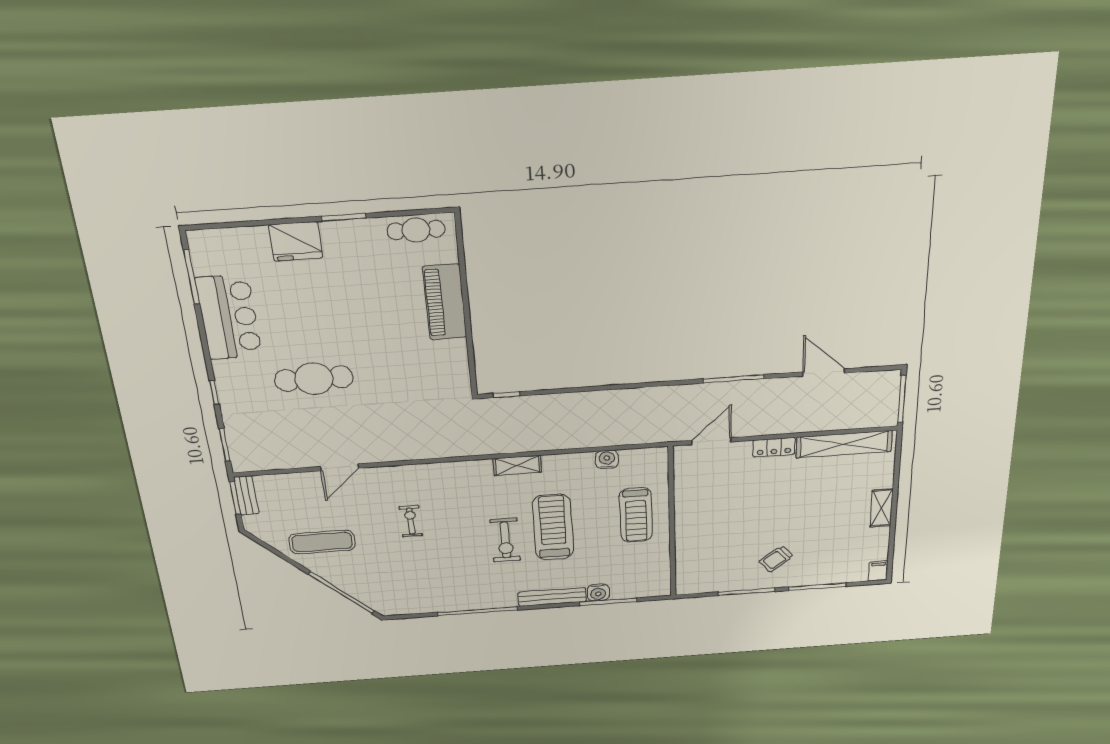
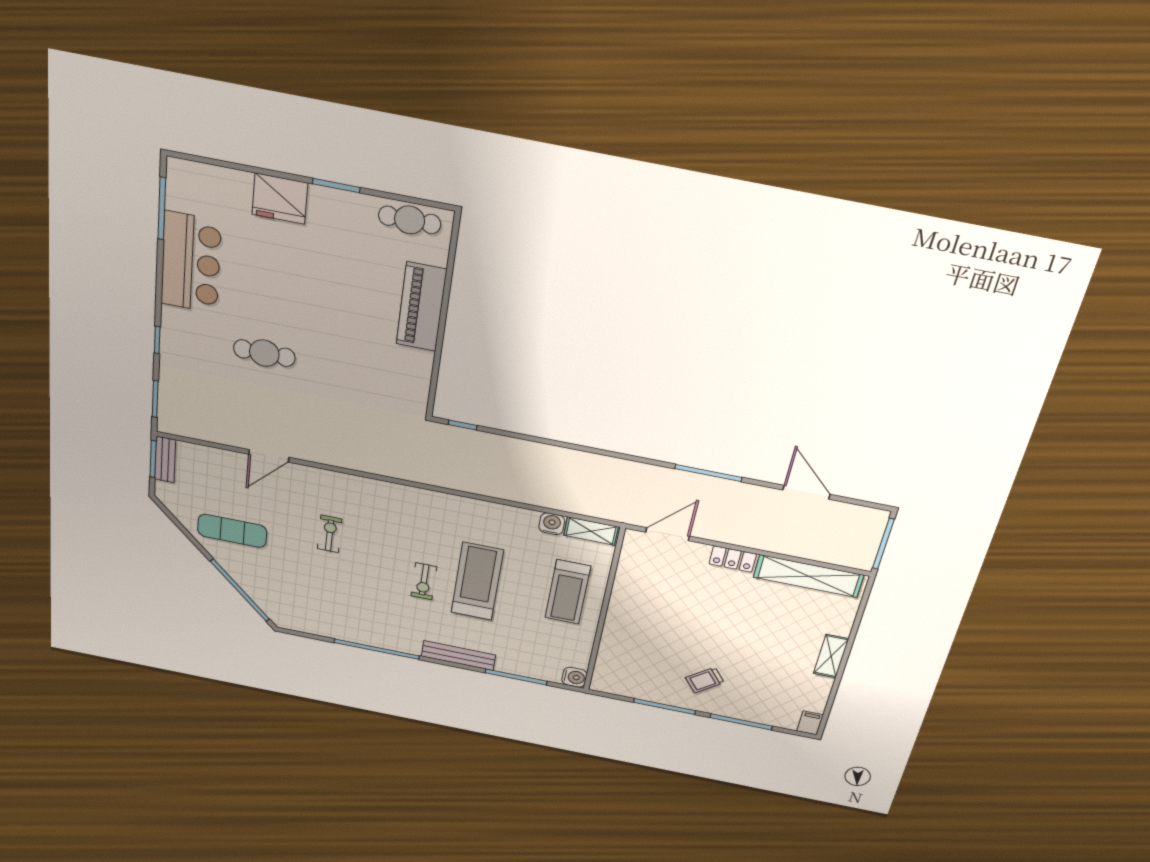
cafe table: (314, 379) -> (264, 353), width x0.73, depth x0.74
shelving: (517, 465) -> (591, 531), moved
exercise bike: (505, 540) -> (424, 581), width x0.73, depth x0.72
water cooler: (598, 593) -> (574, 677), moved, turned -90

